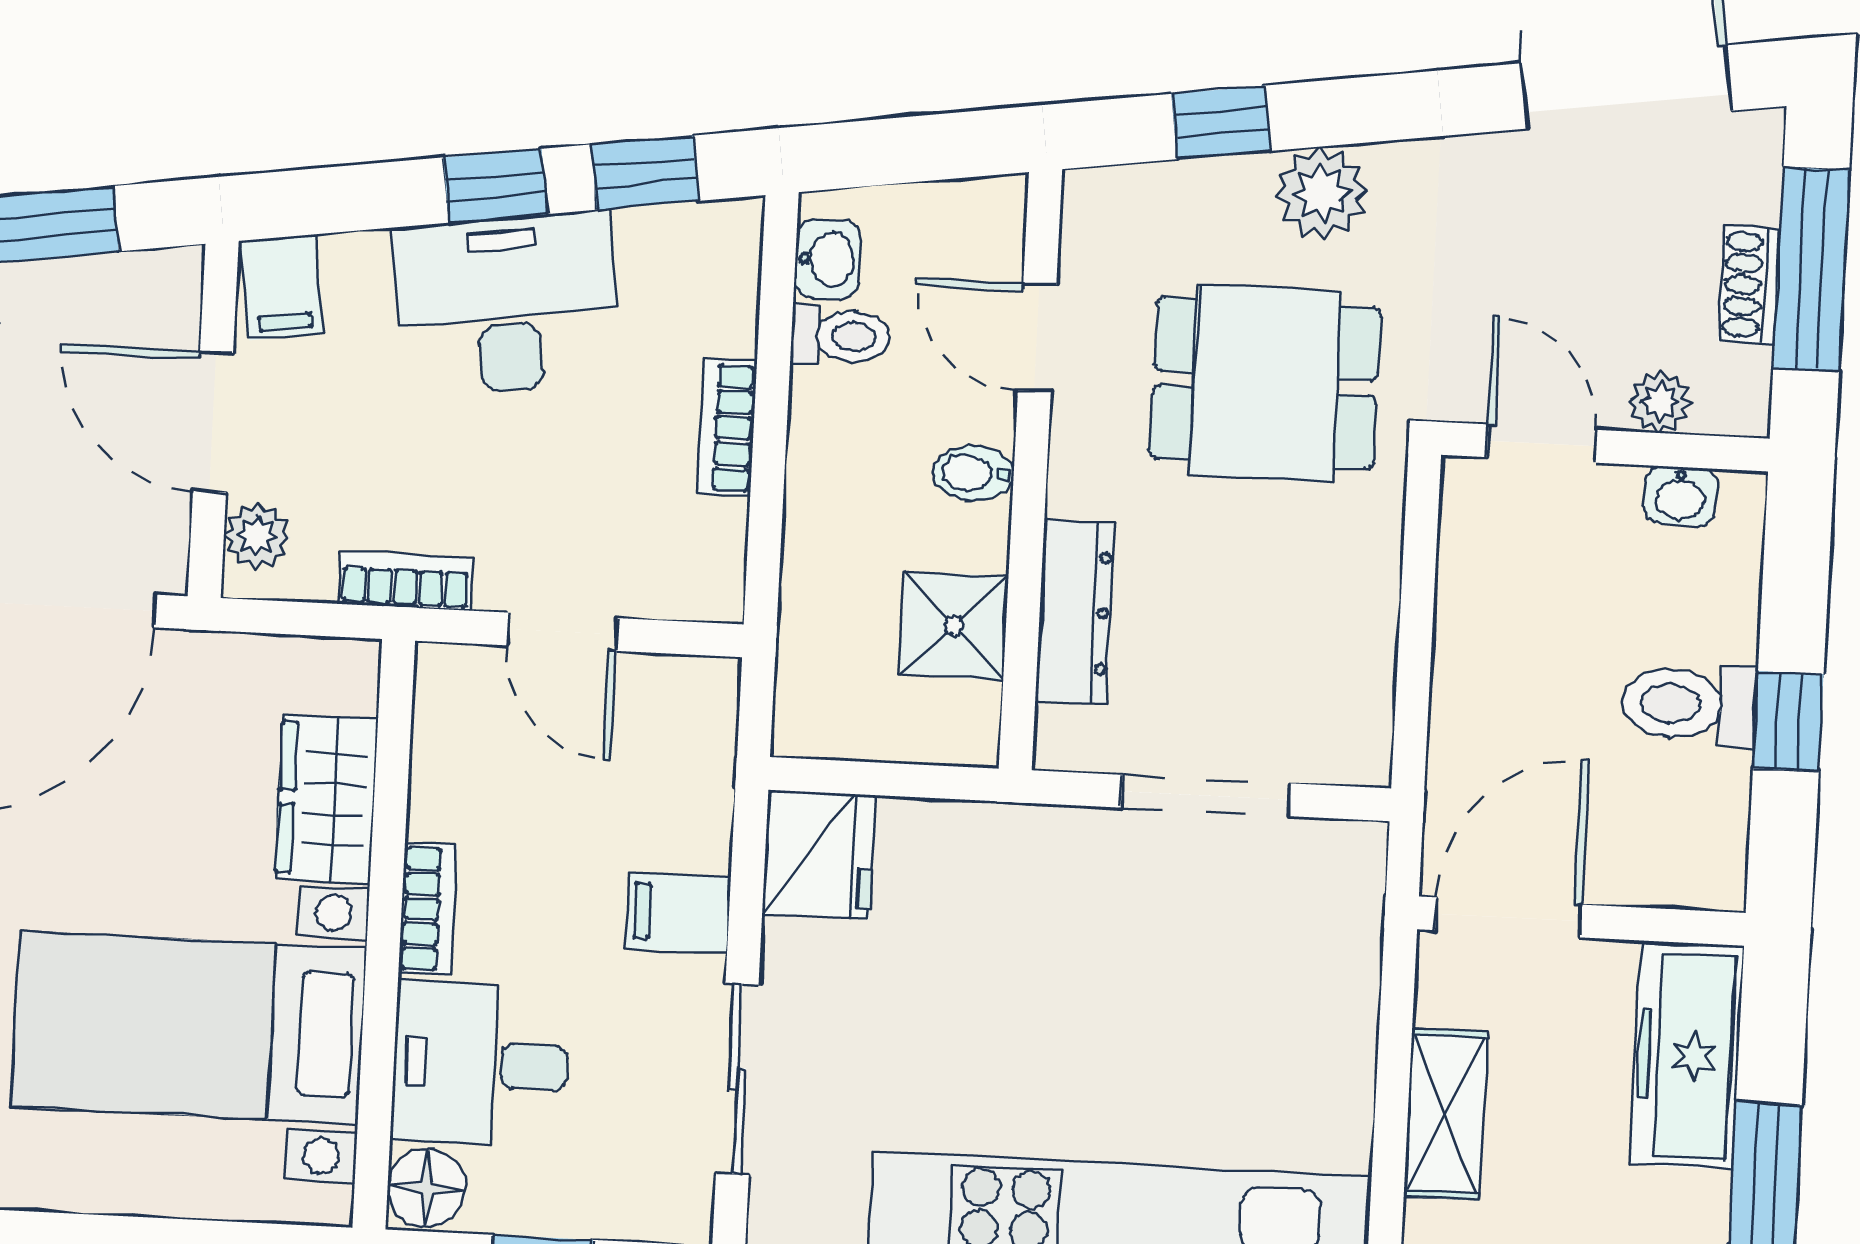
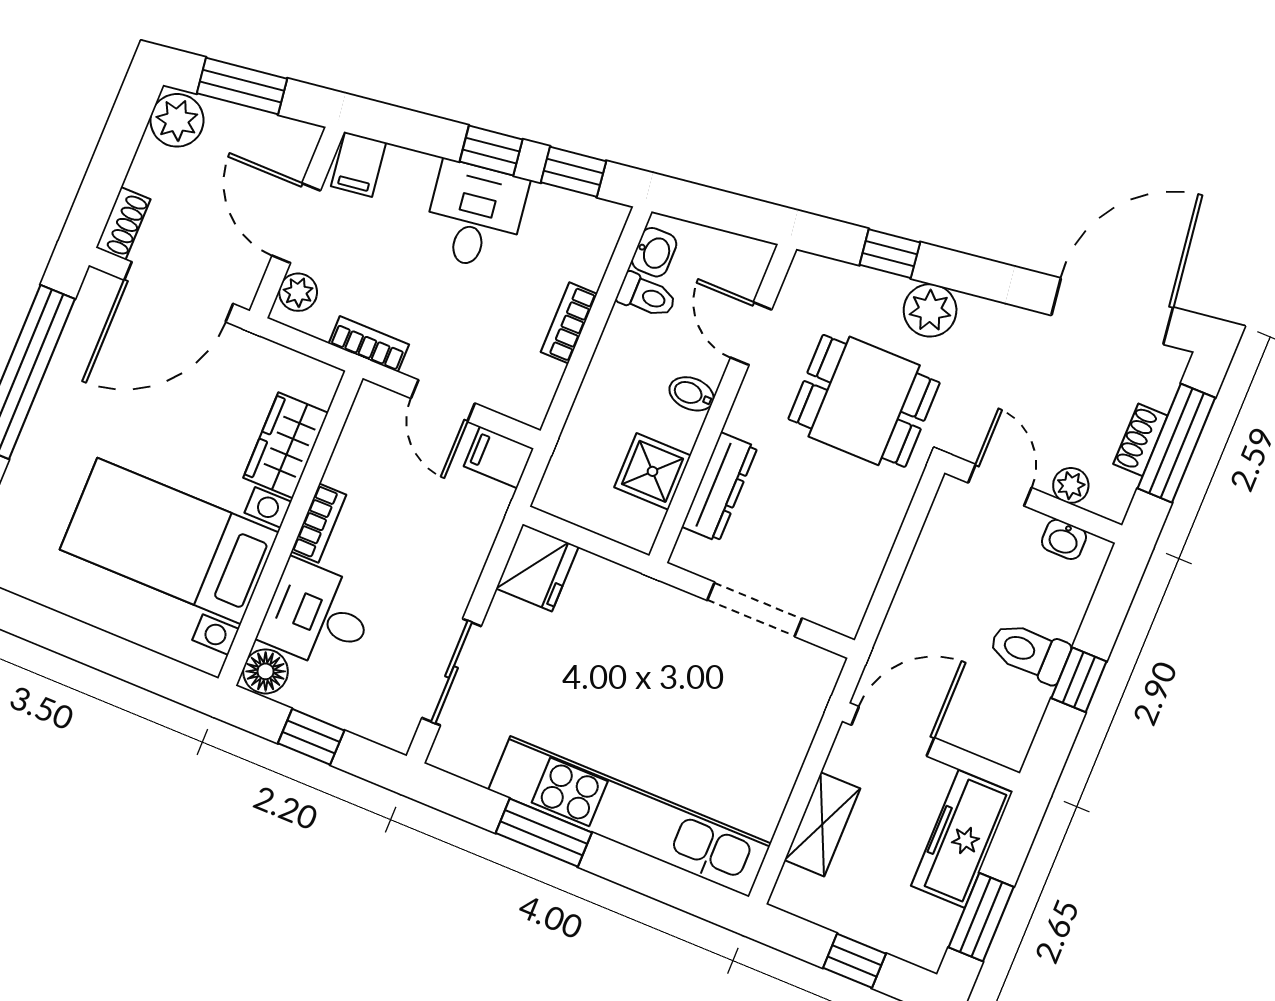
desk: (507, 304) -> (475, 216), width x0.73
filing cabinet: (678, 913) -> (499, 457), moved

